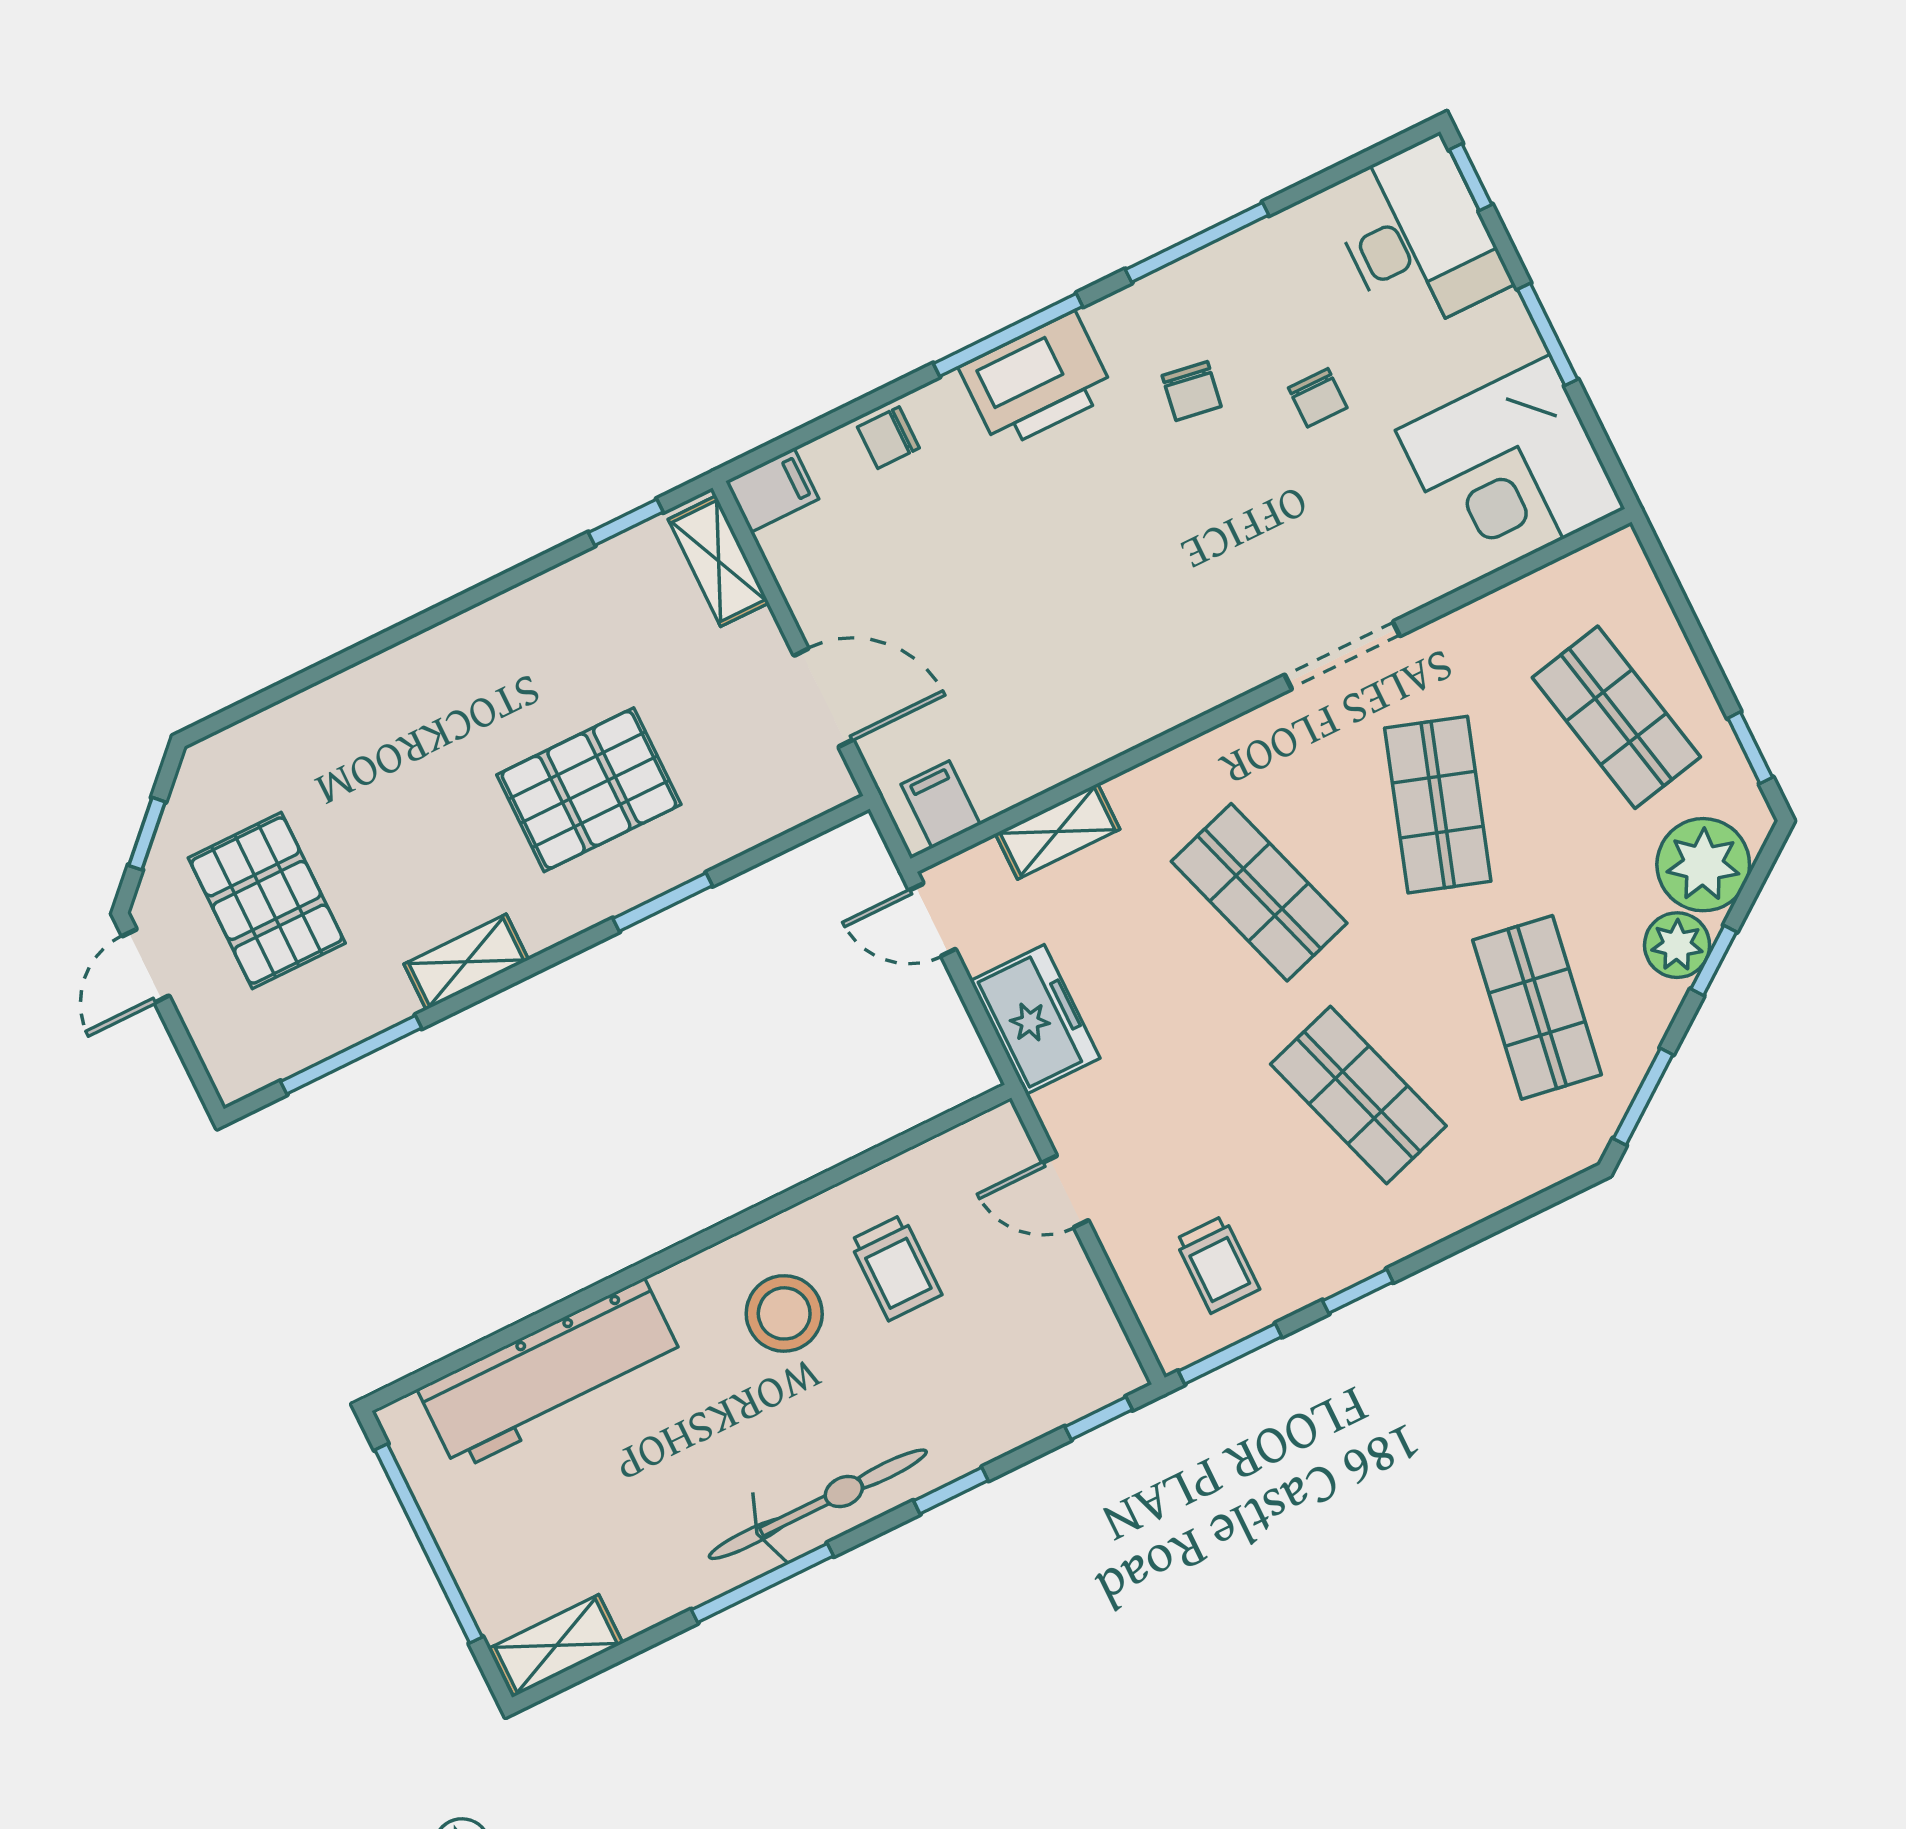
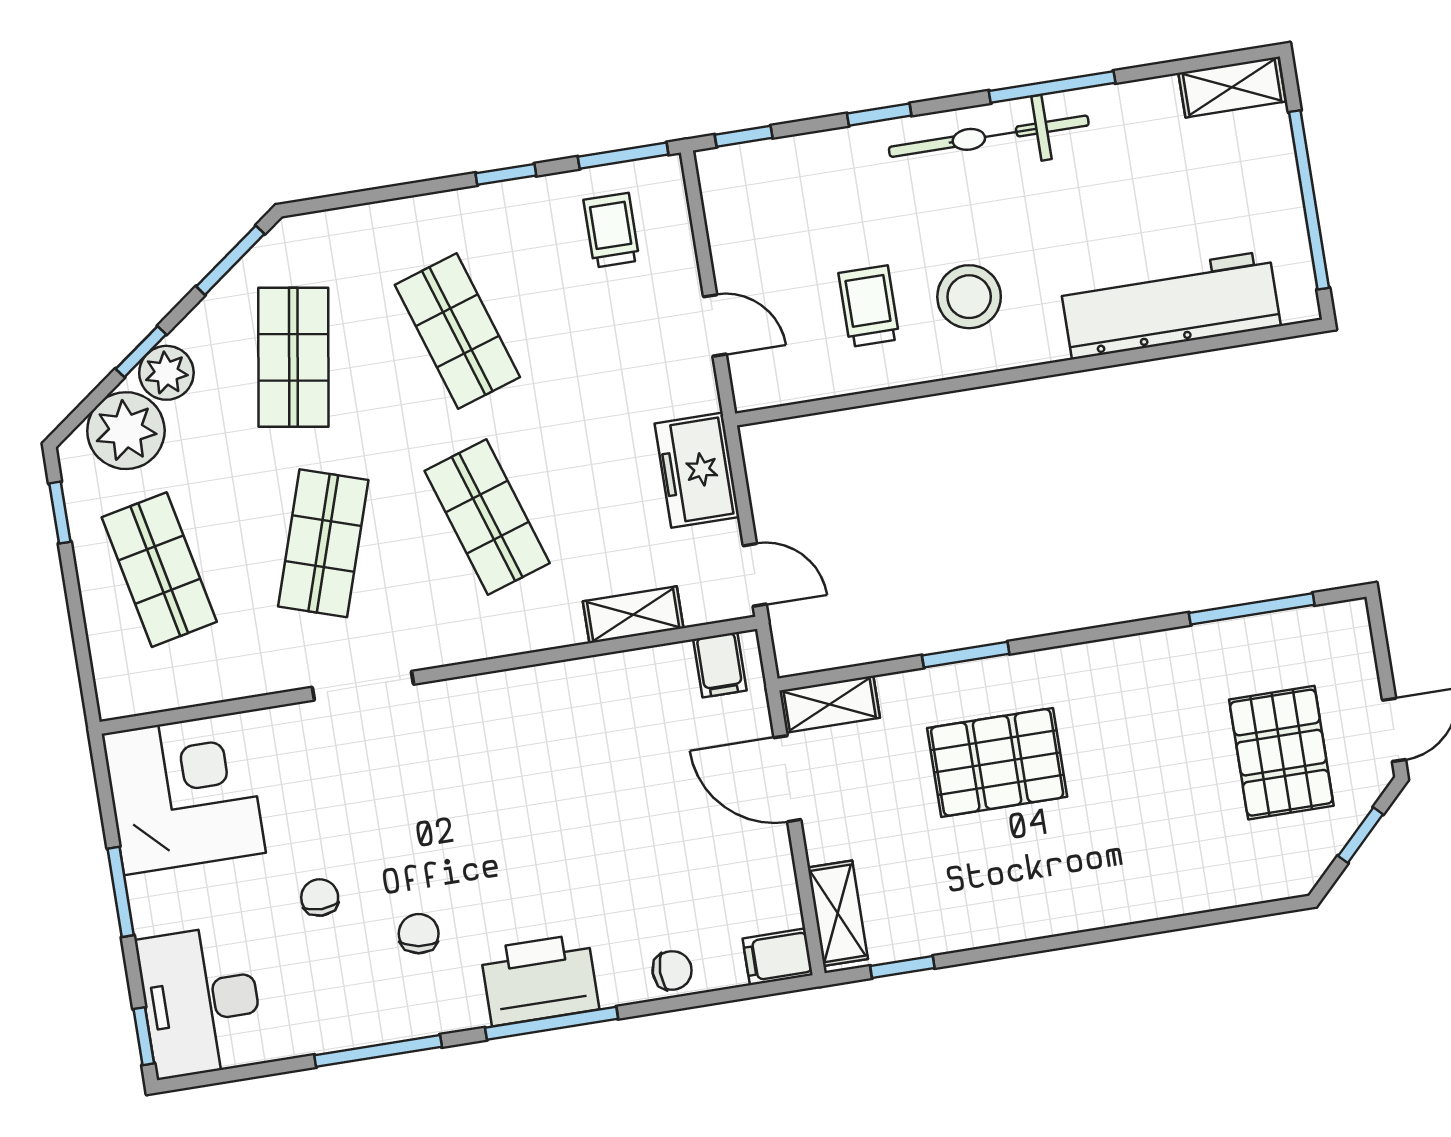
shelving: (466, 962) -> (830, 704), moved

